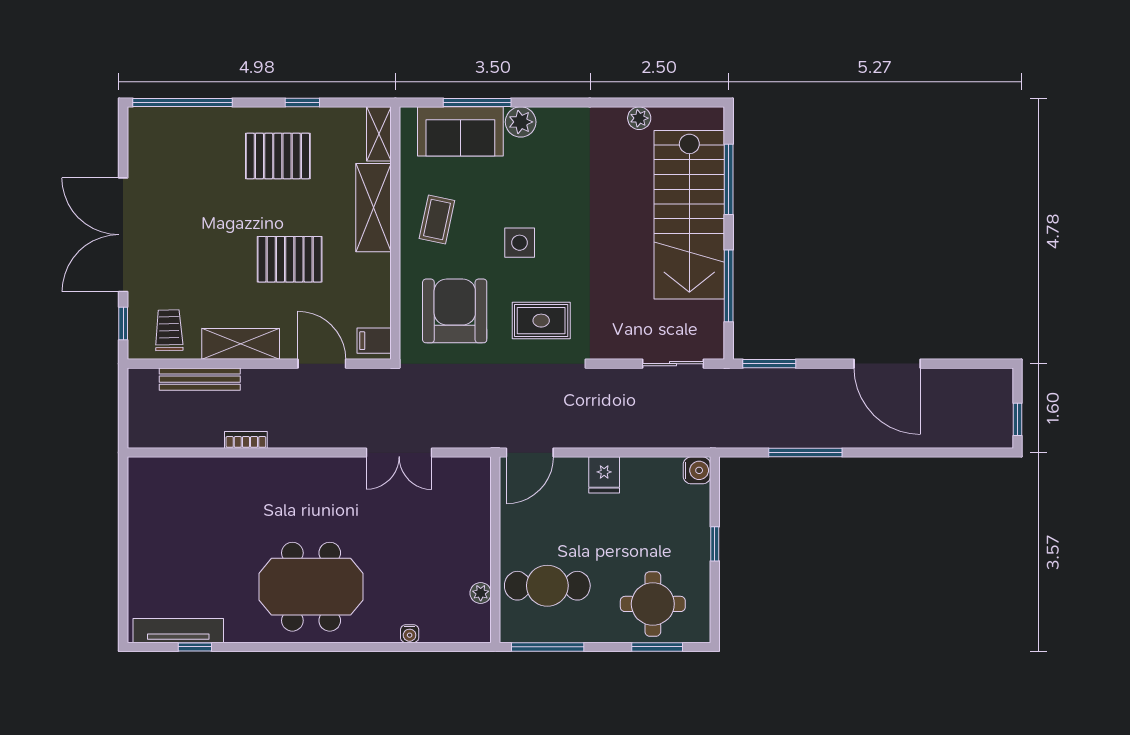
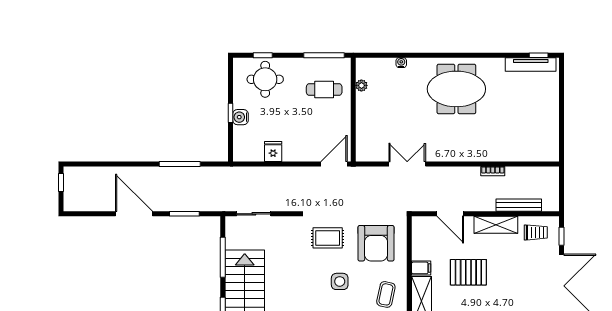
trolley: (169, 330) -> (536, 232), turned -89
filing cabinet: (374, 341) -> (421, 268), moved
window: (769, 364) -> (184, 214), moved
water cooler: (697, 470) -> (240, 117), moved
fridge: (604, 475) -> (273, 152), moved
cafe table: (547, 586) -> (324, 90), width x0.73, depth x0.74
window: (195, 647) -> (539, 55), moved
window: (657, 647) -> (263, 55), width x0.67

